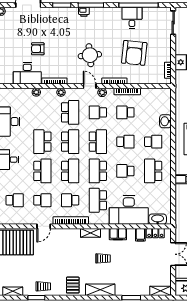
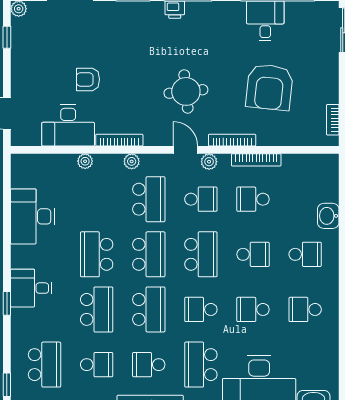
school desk: (98, 112) -> (201, 199), turned 180
school desk: (98, 171) -> (201, 309), width x0.54
school desk: (153, 171) -> (305, 309), width x0.54
school desk: (15, 200) -> (45, 365), width x1.85

